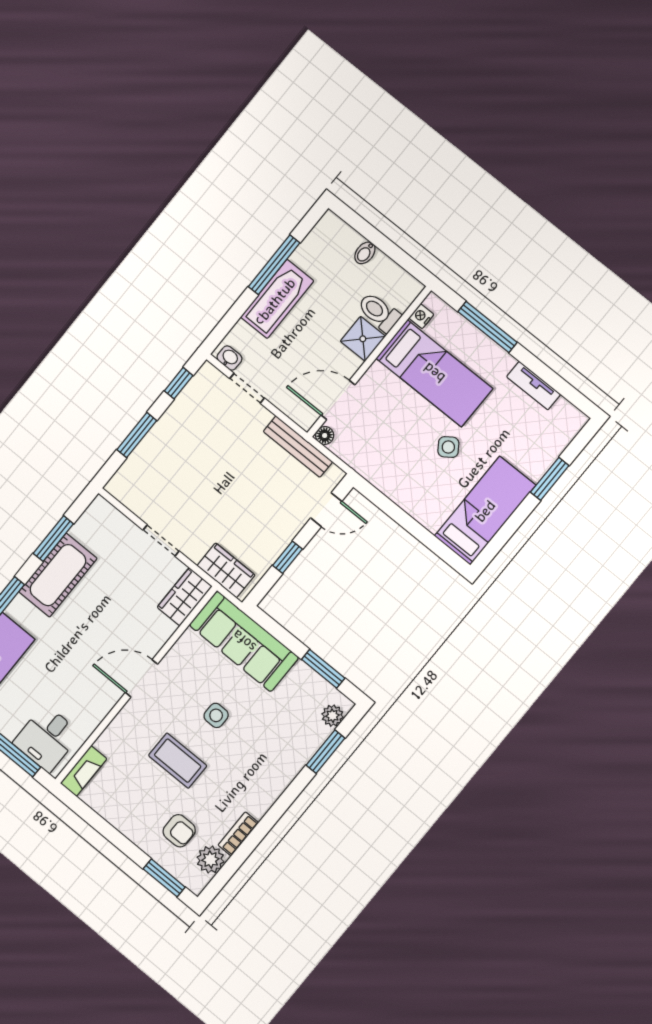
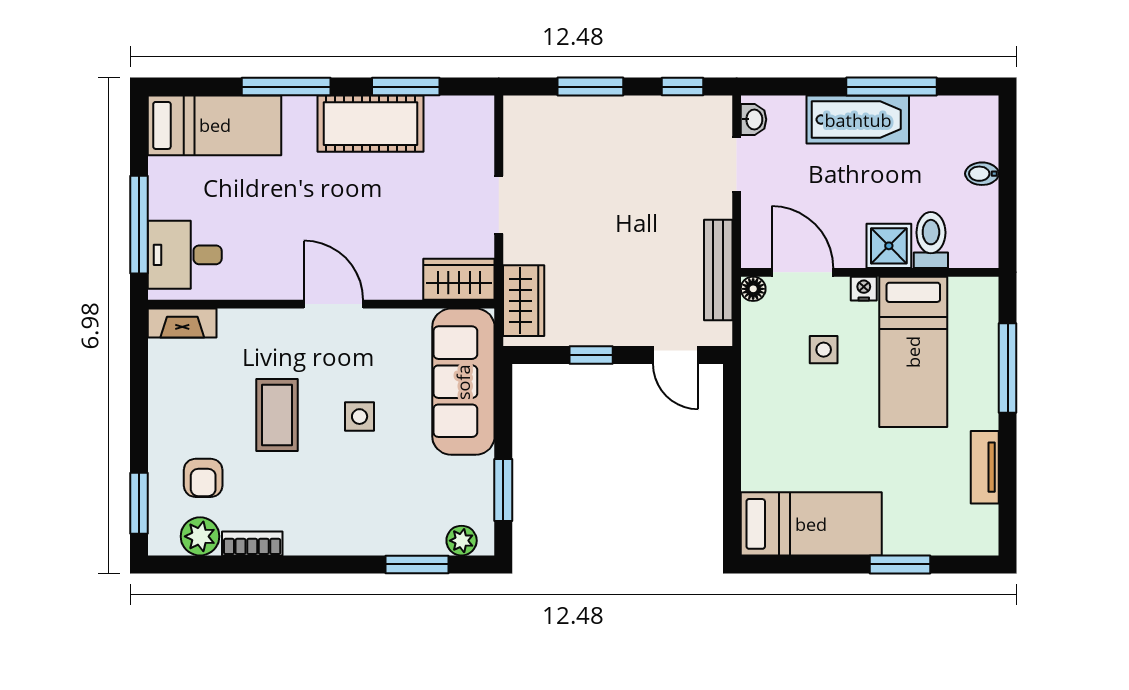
nightstand: (421, 316) -> (864, 289), moved
side table: (448, 447) -> (824, 350), moved, turned 35

